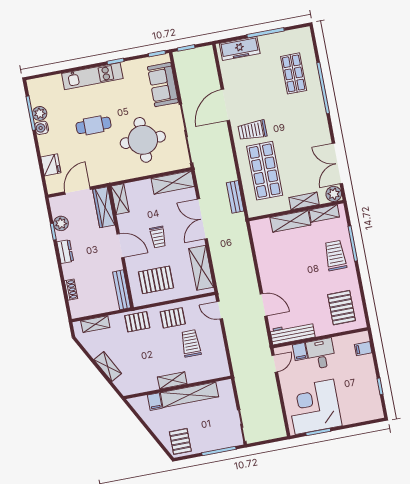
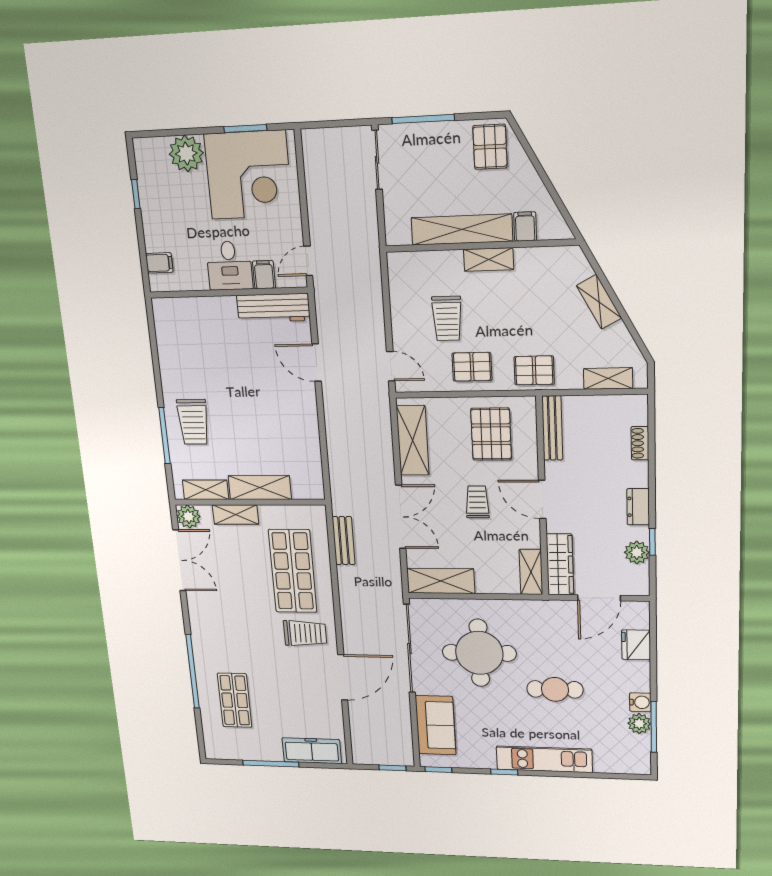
pallet: (156, 280) -> (491, 434), turned 90
pallet: (341, 308) -> (190, 337), removed
plant: (351, 414) -> (186, 153), added

